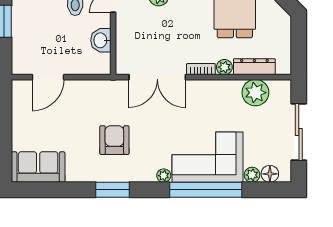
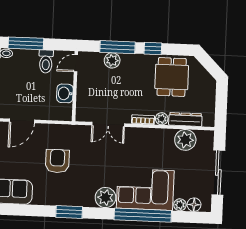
double door: (157, 77) -> (108, 124), width x0.73
armchair: (114, 140) -> (57, 161), moved
plant: (164, 176) -> (105, 198), width x1.88, depth x1.88

